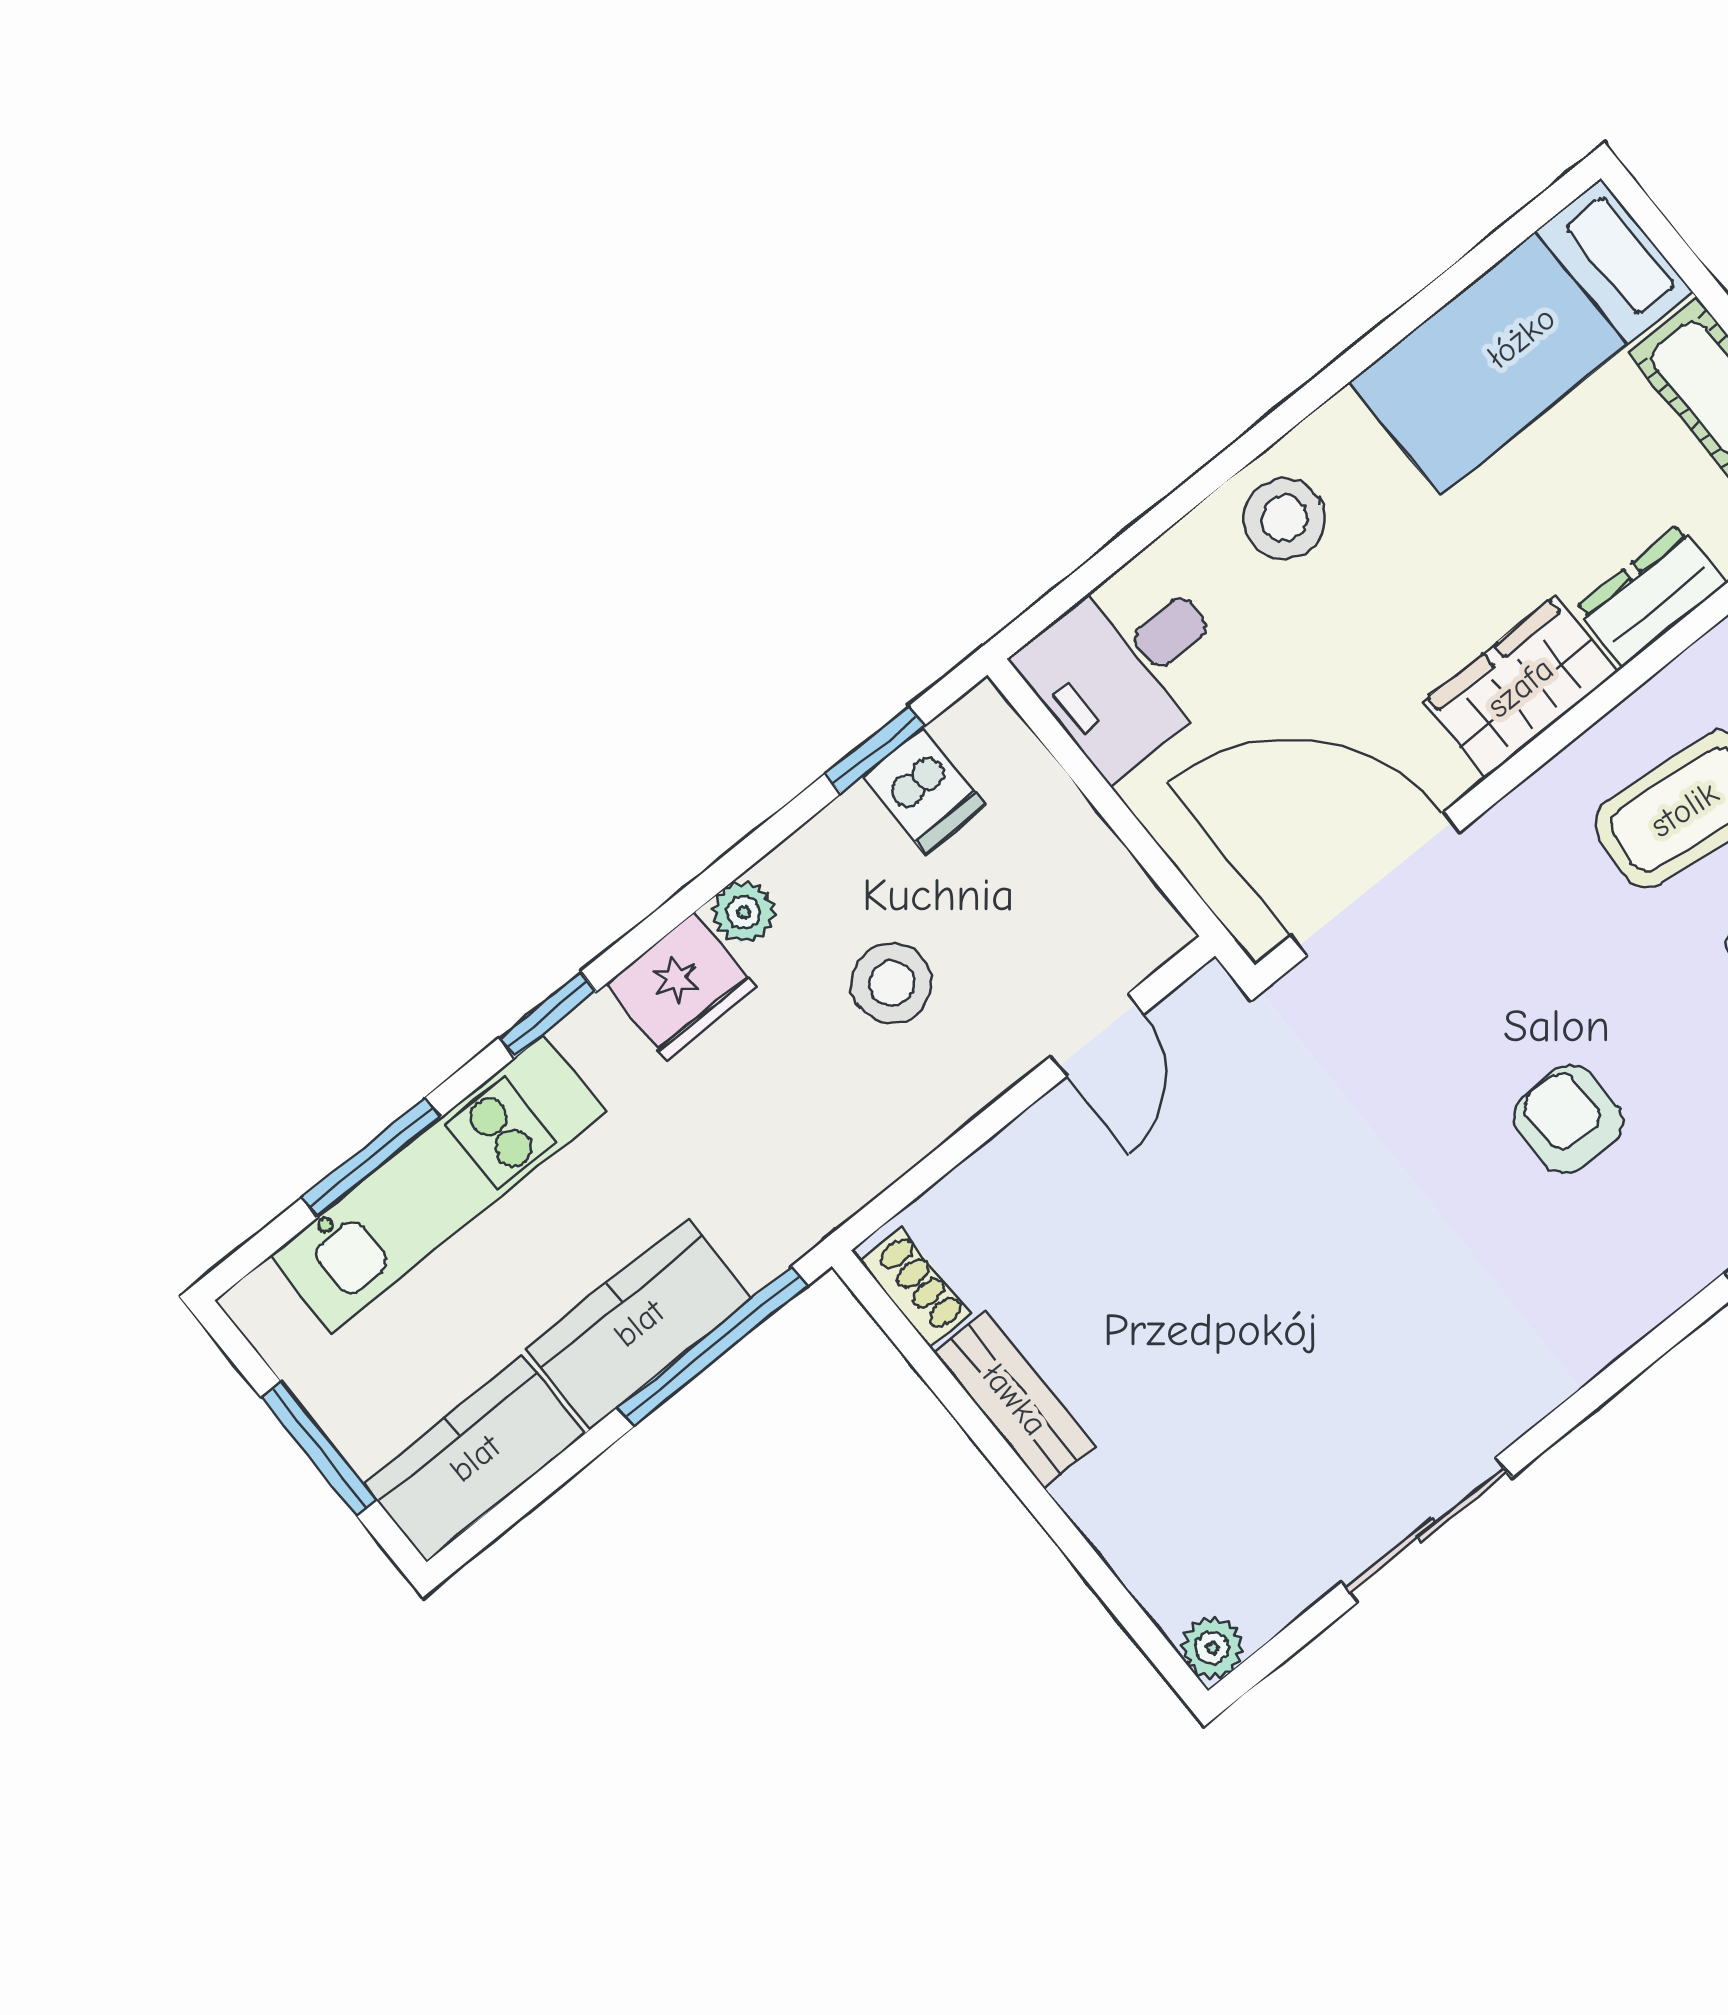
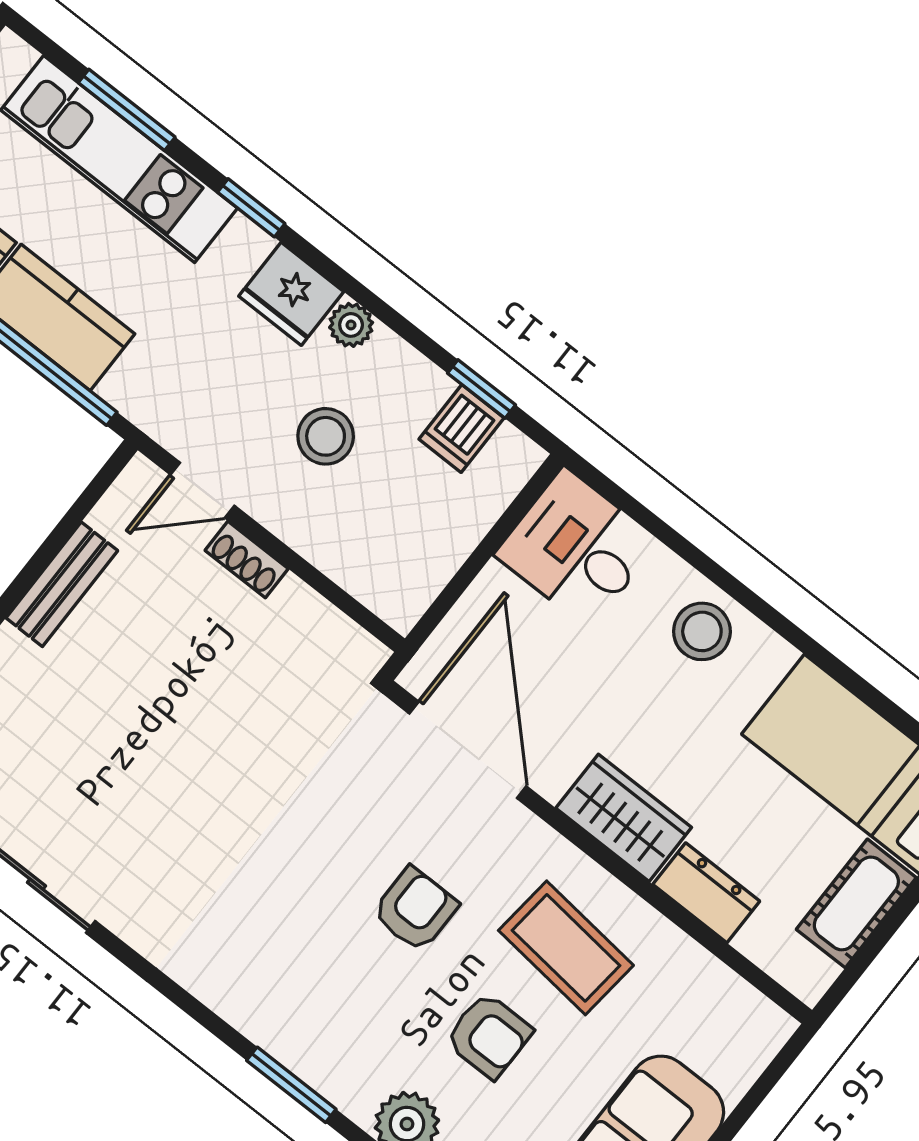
door: (1097, 1035) -> (202, 490), moved
armchair: (1568, 1120) -> (415, 909), moved
shoe rack: (915, 1288) -> (247, 560), moved, turned 90

